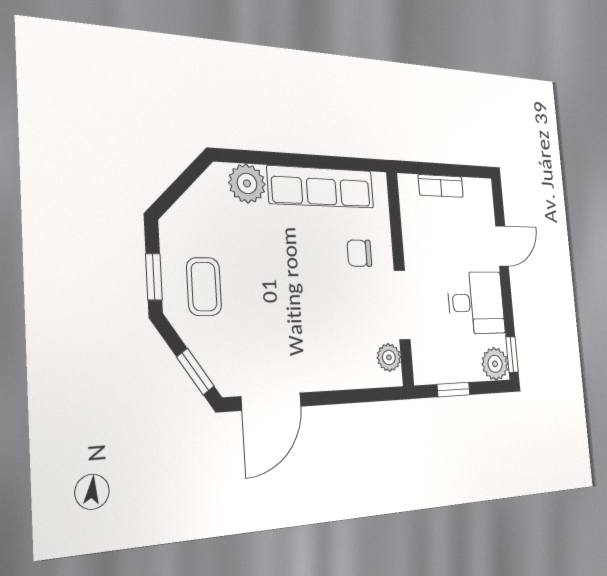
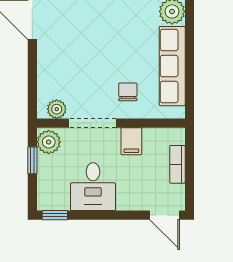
door: (502, 246) -> (165, 215), moved
filing cabinet: (419, 249) -> (131, 141), added
plant: (495, 364) -> (49, 142), moved

